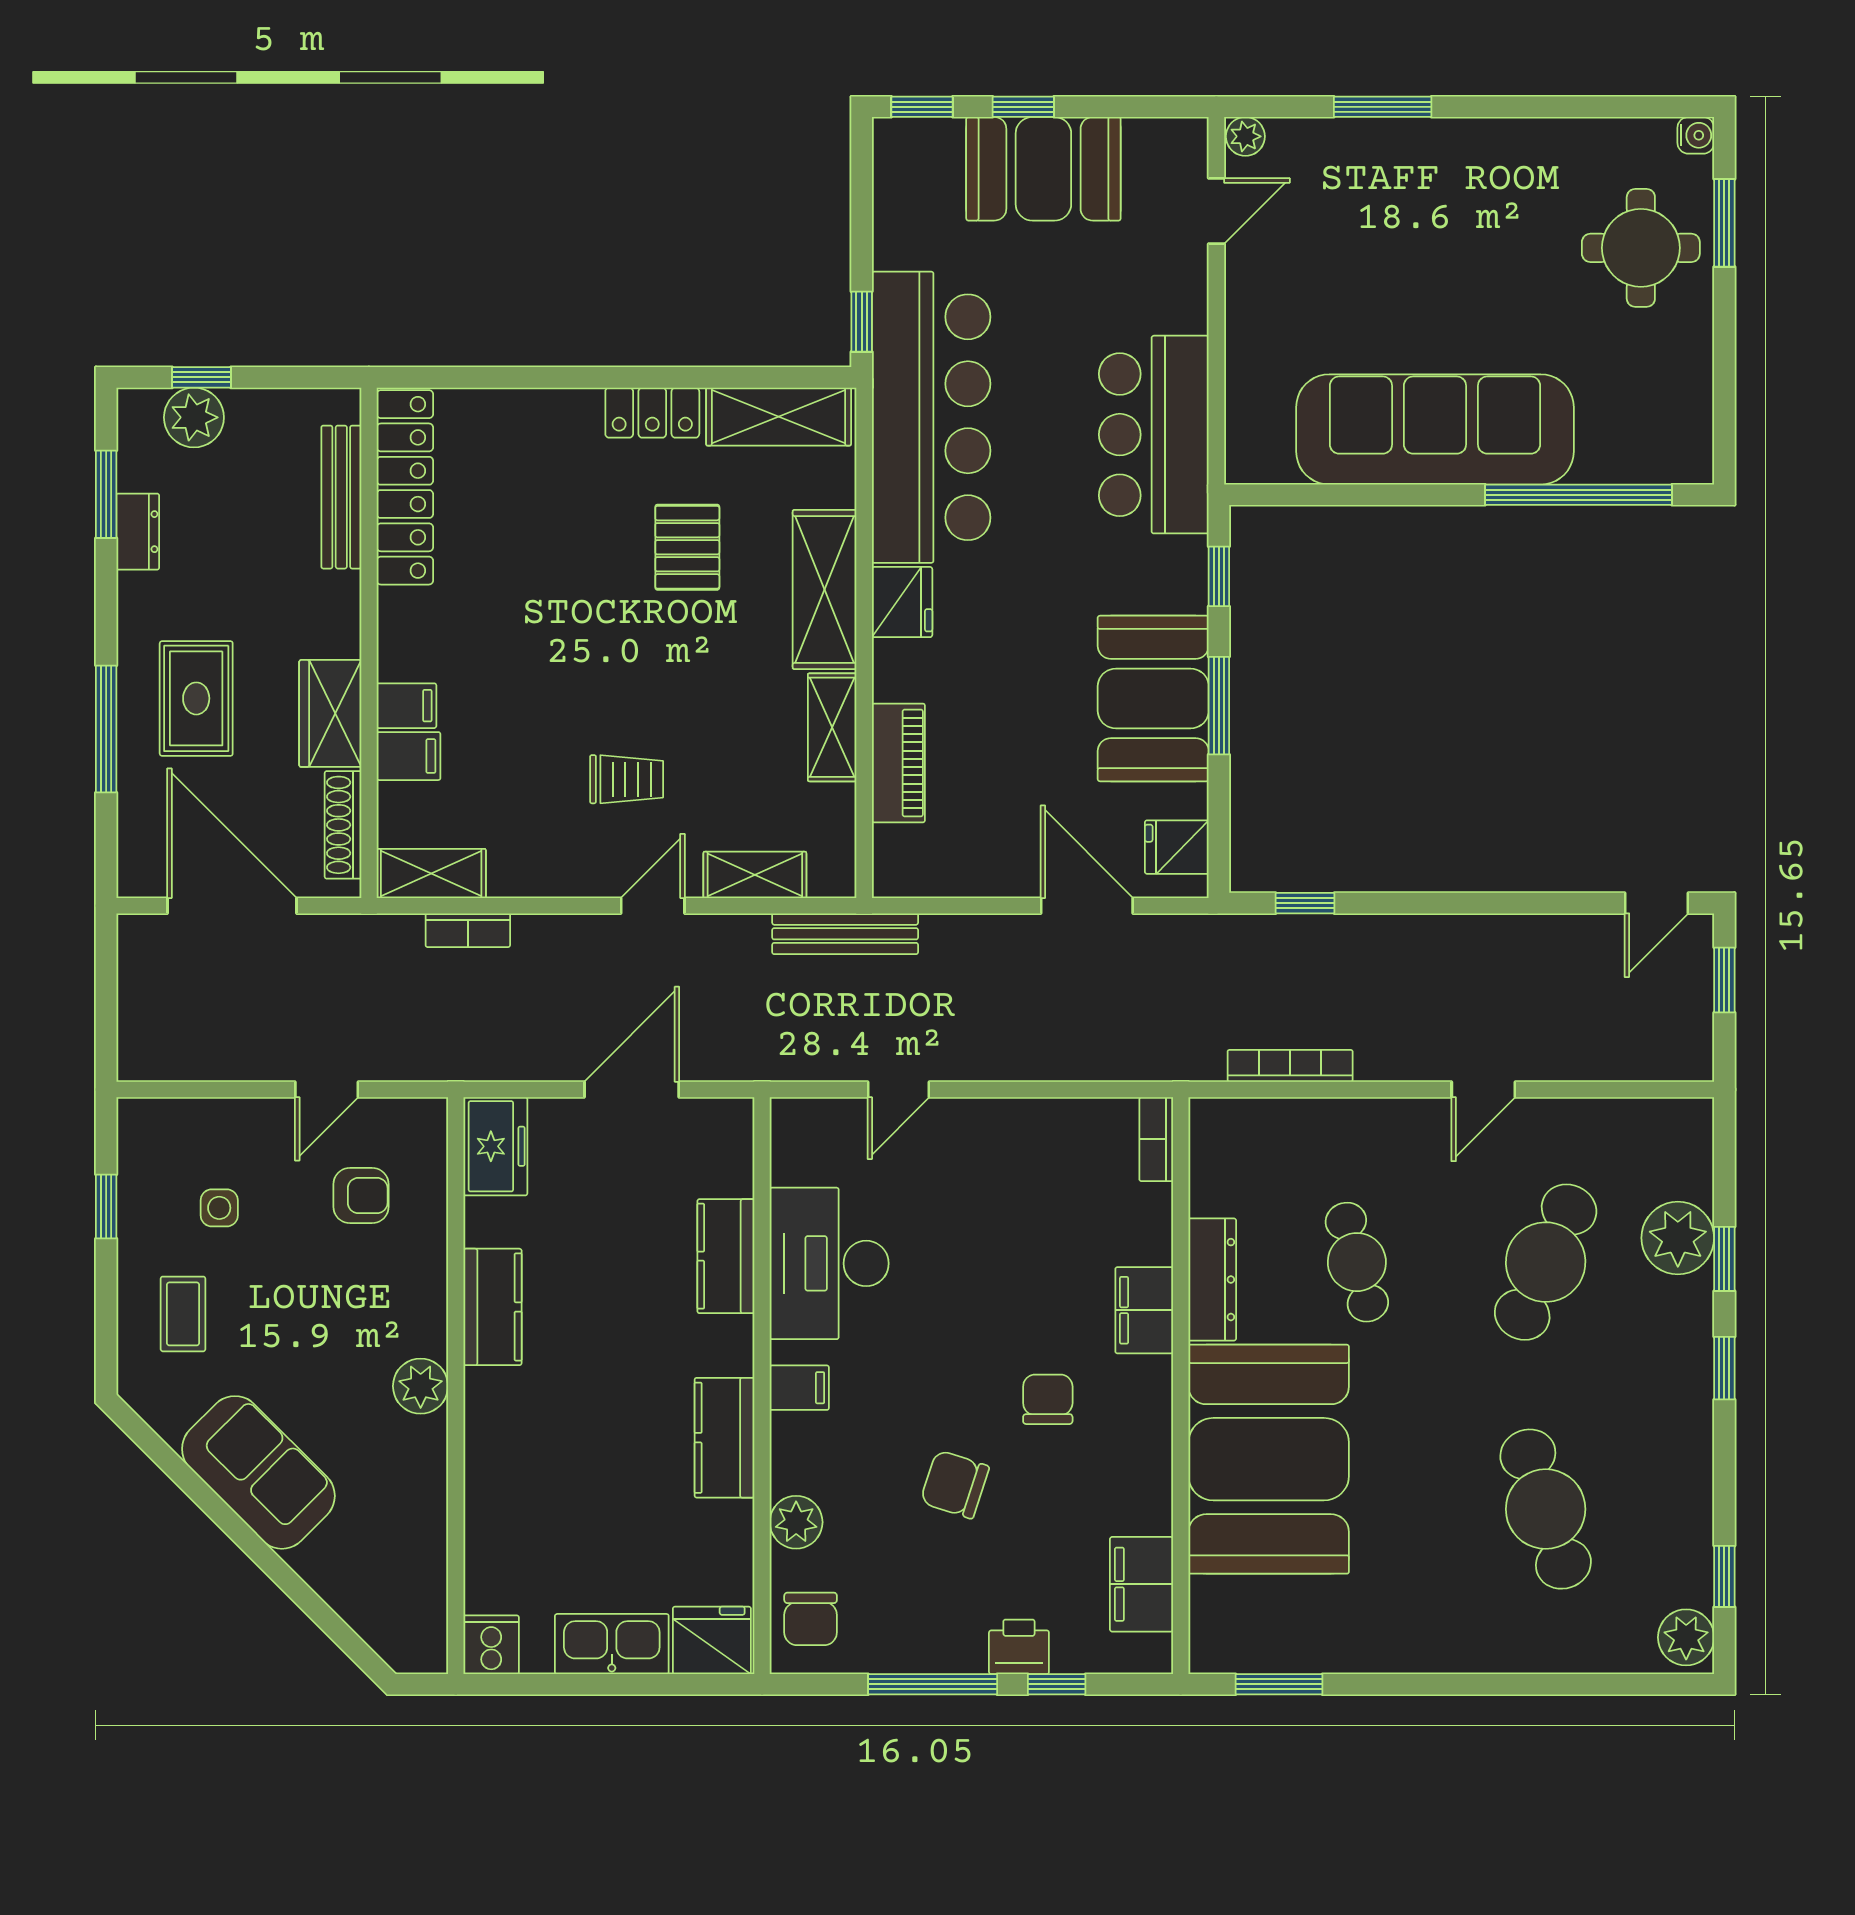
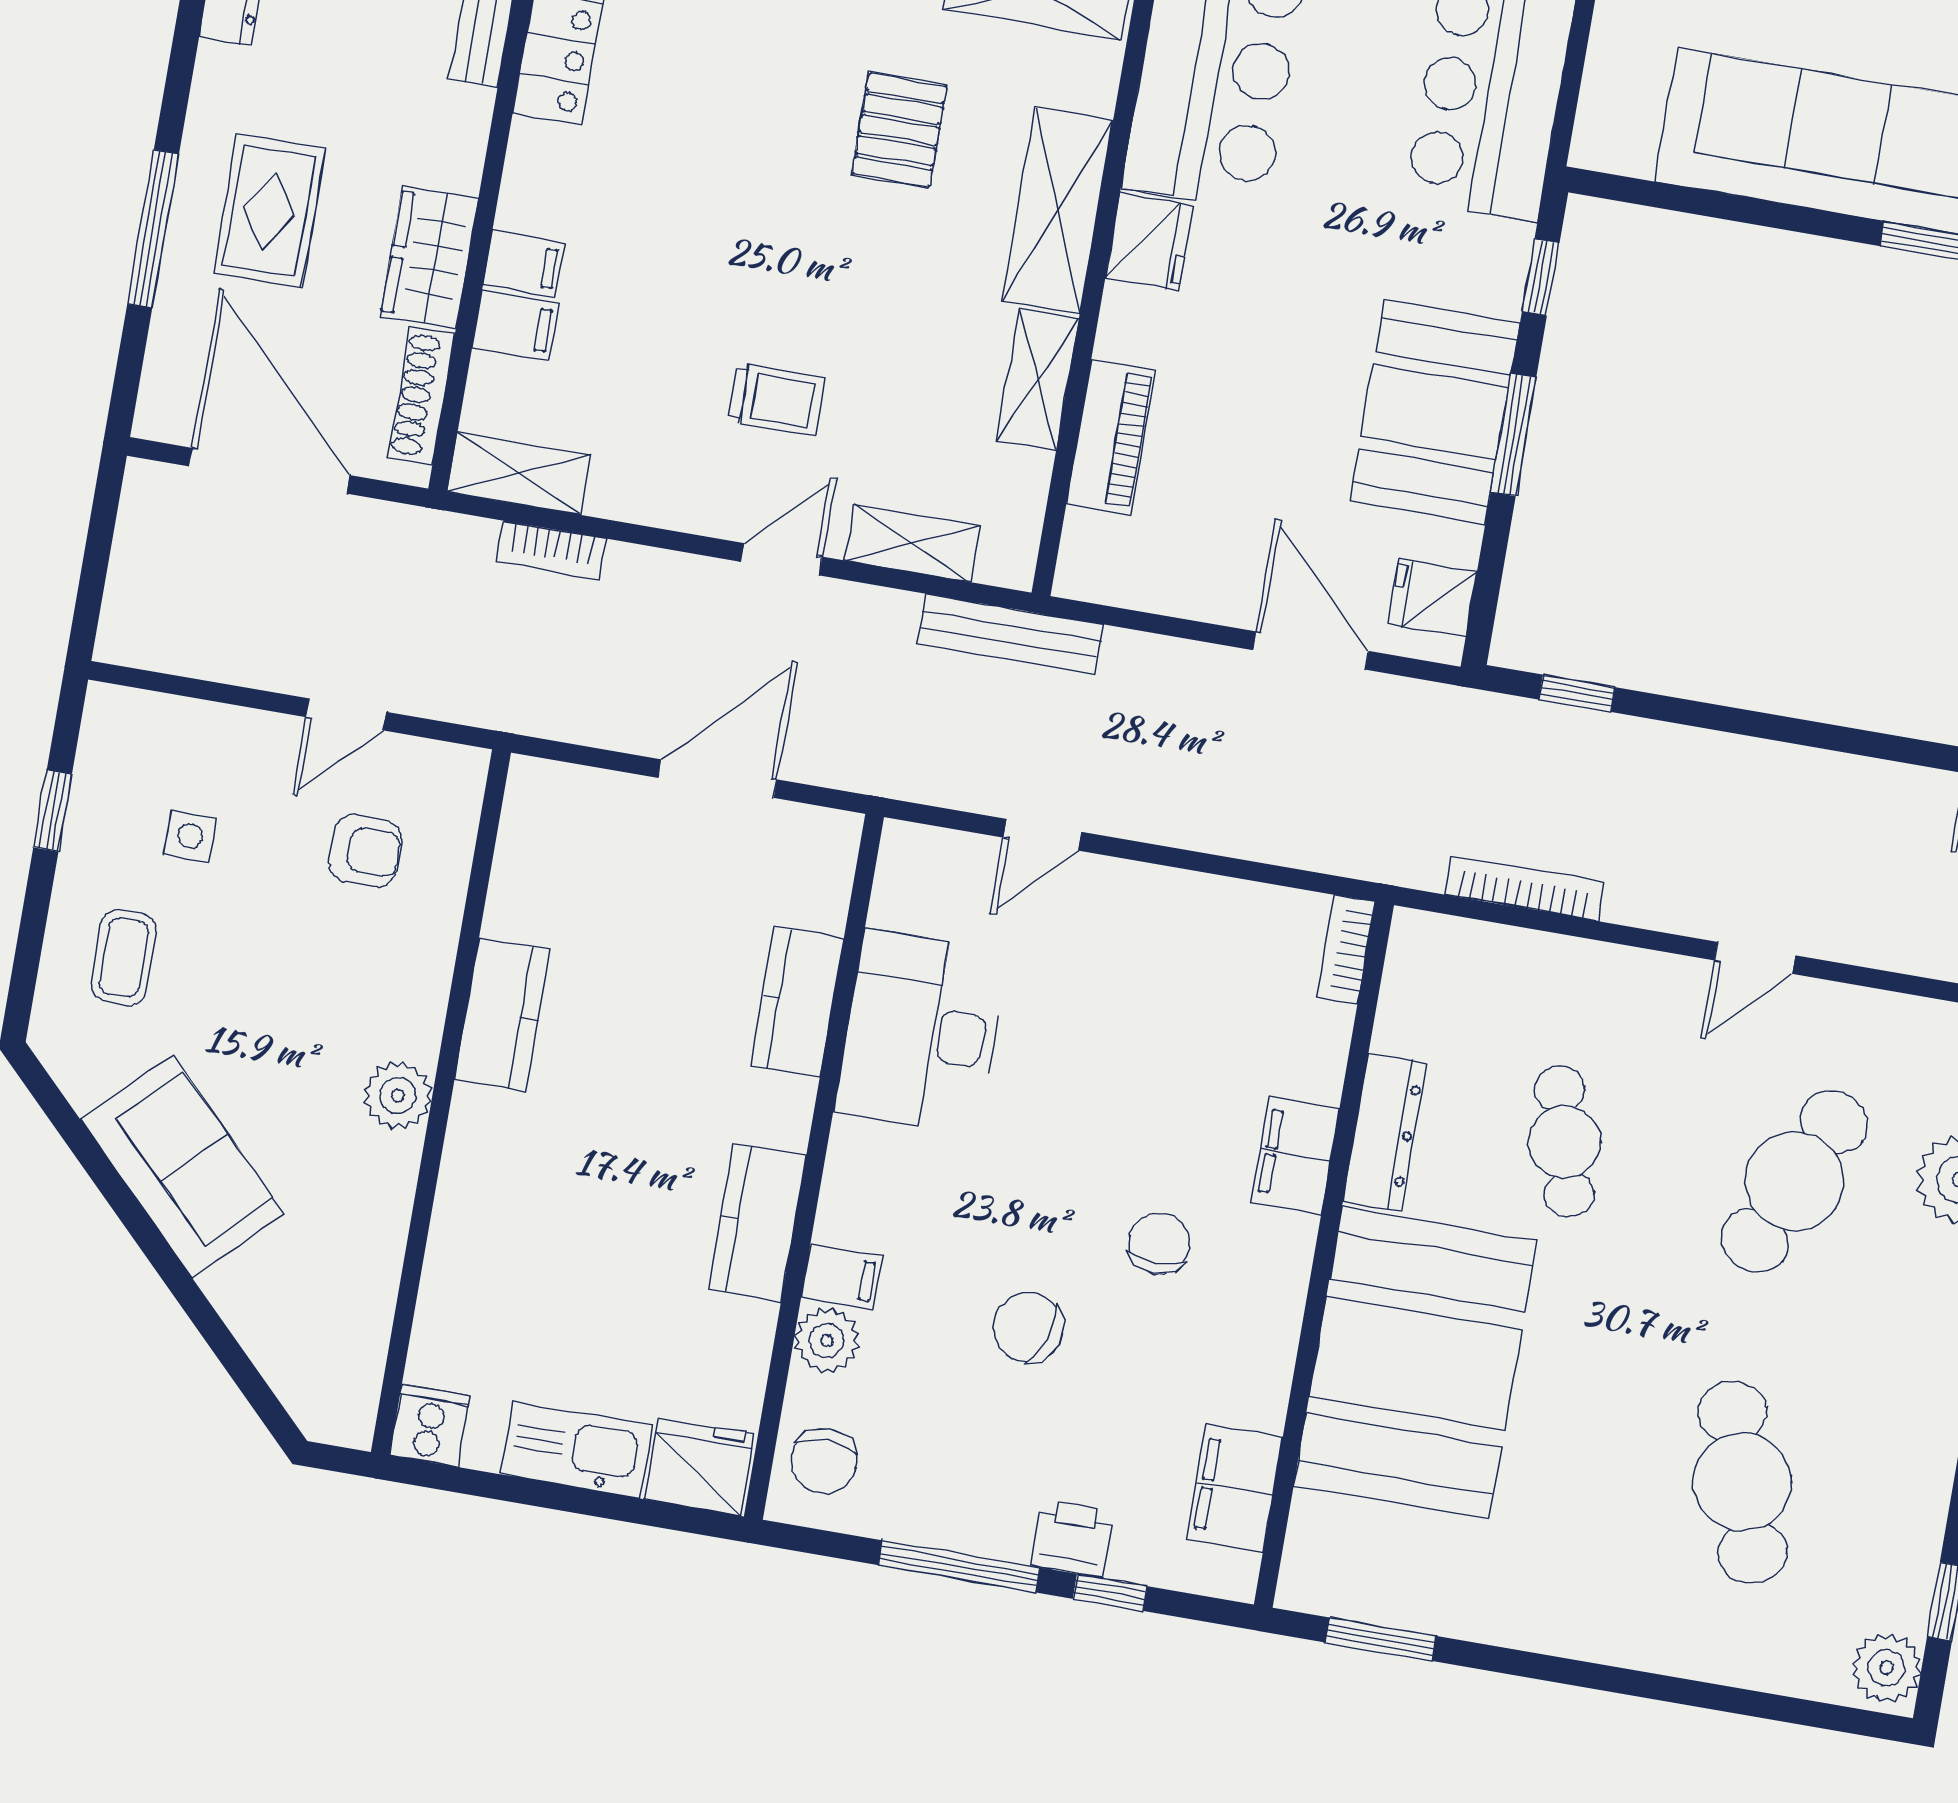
freezer: (495, 1146) -> (539, 819), removed
filing cabinet: (799, 1388) -> (842, 1277), moved

